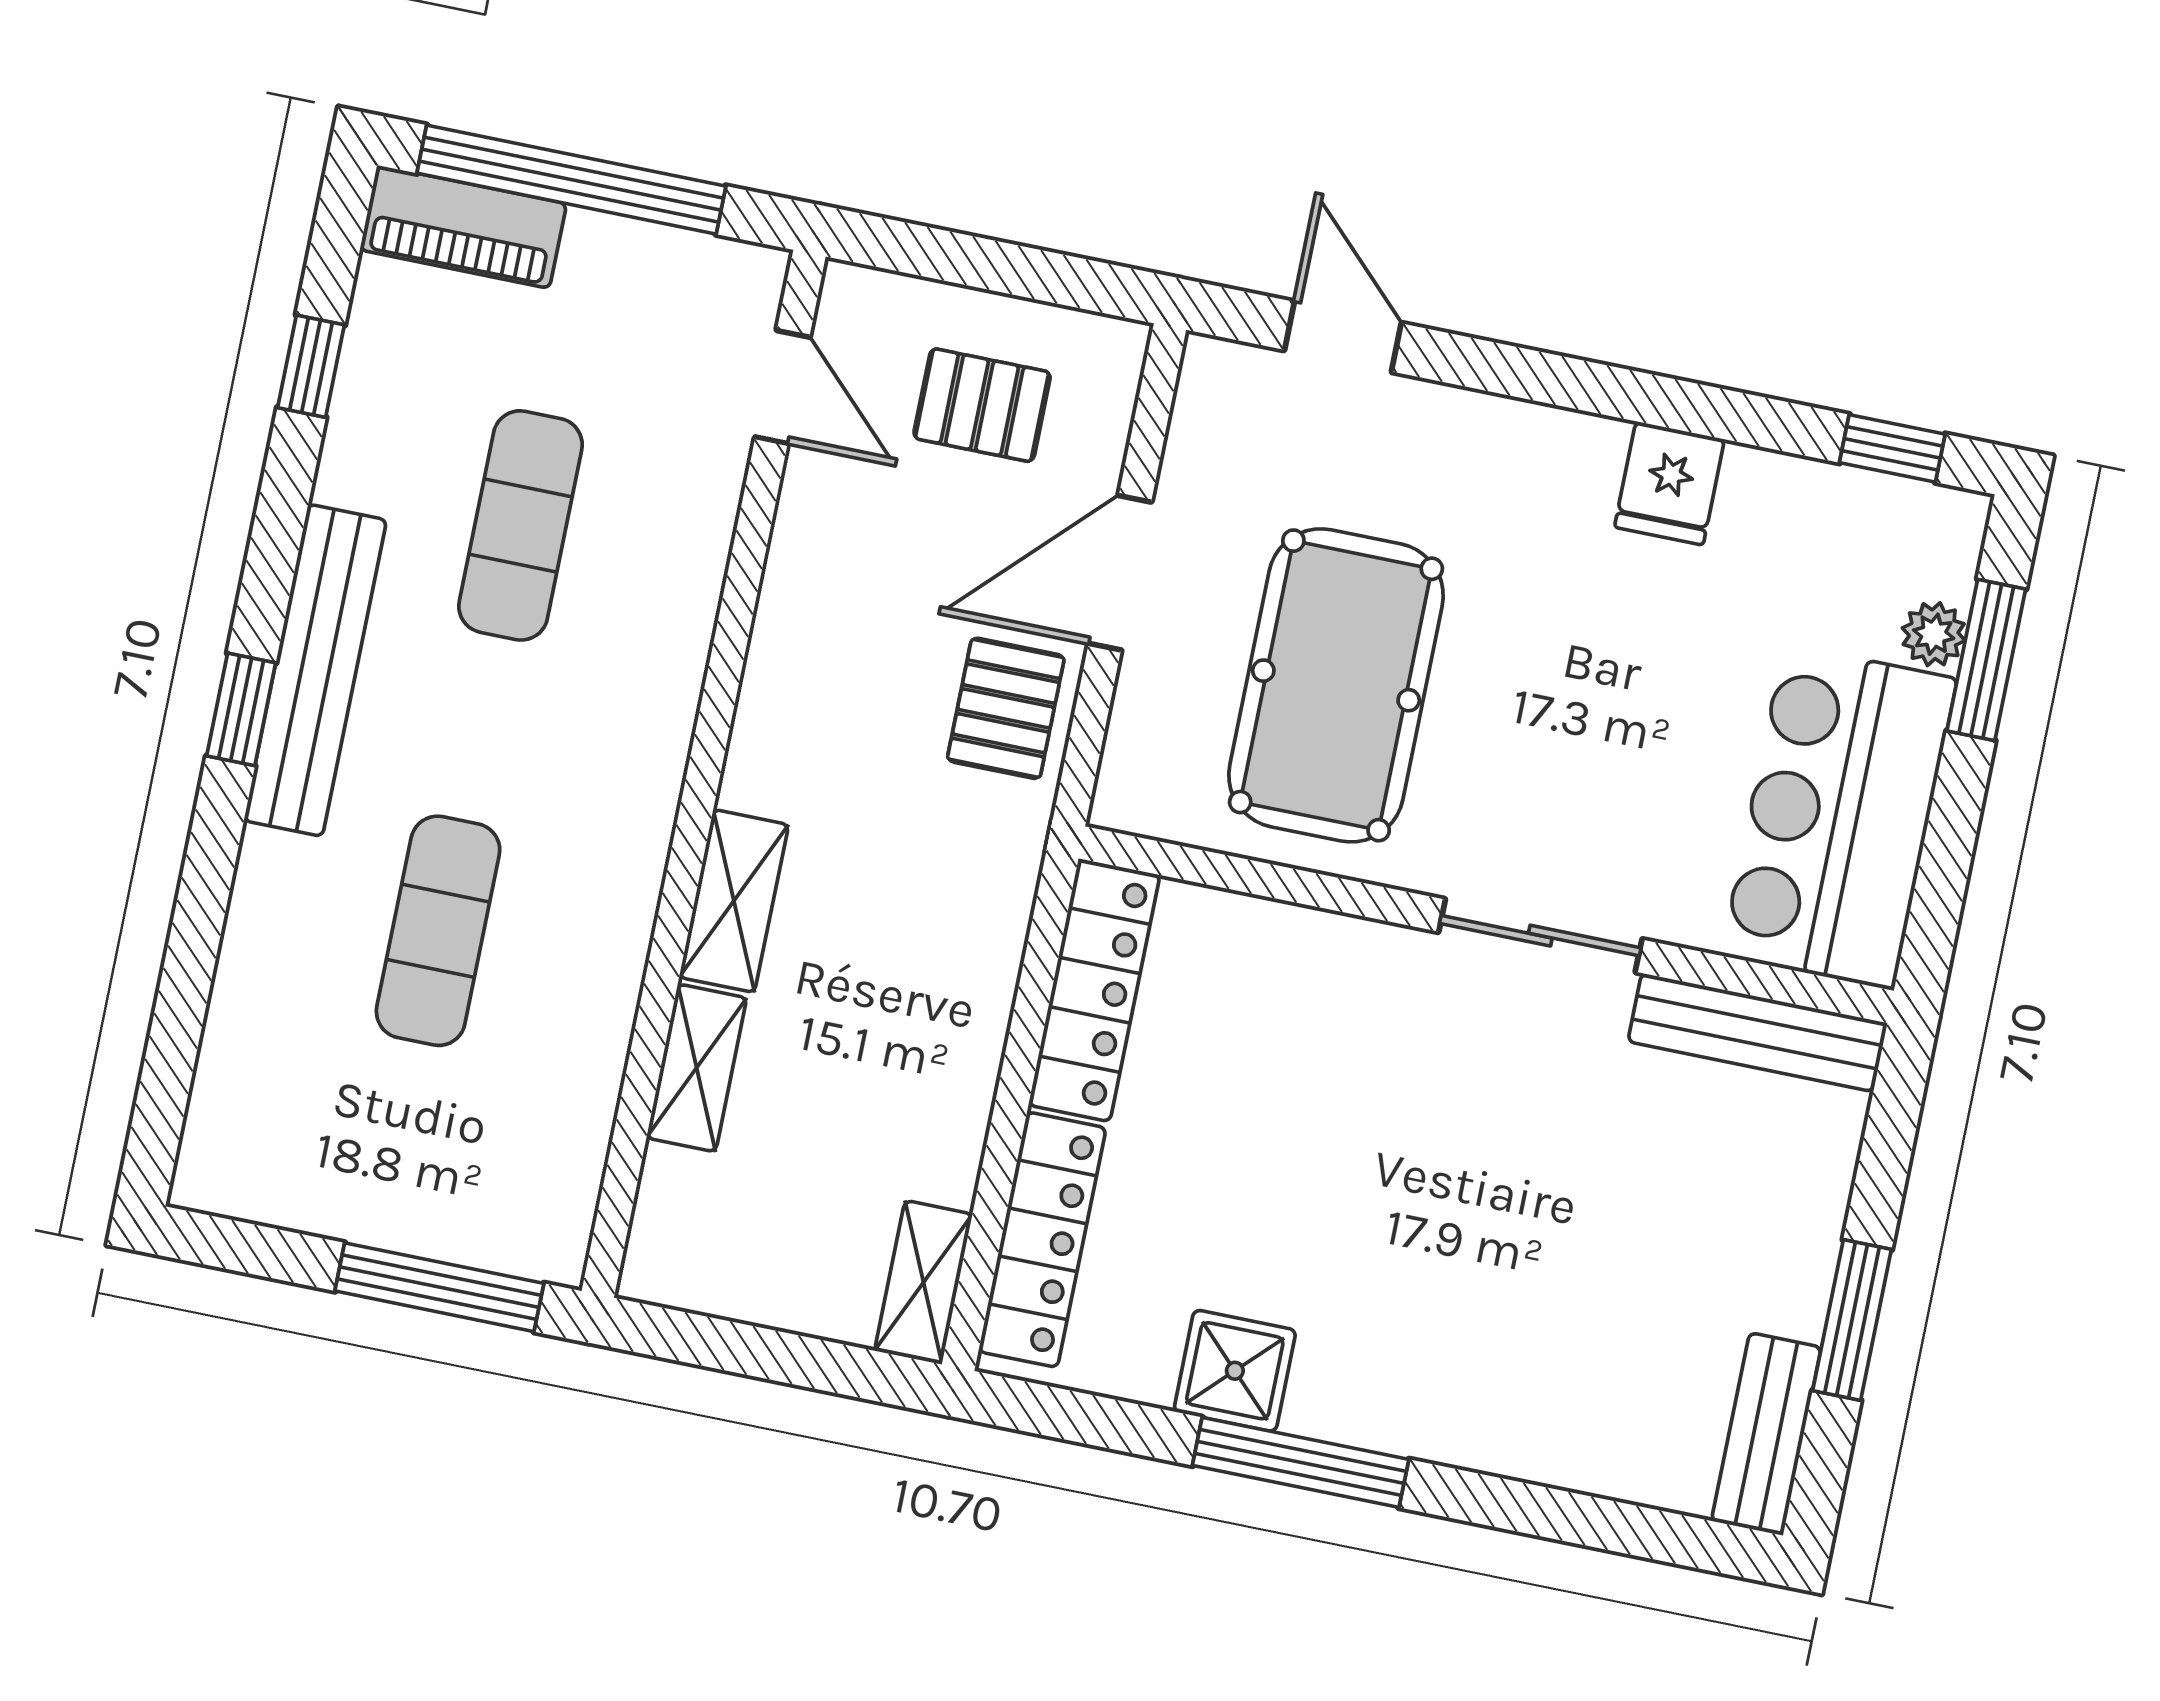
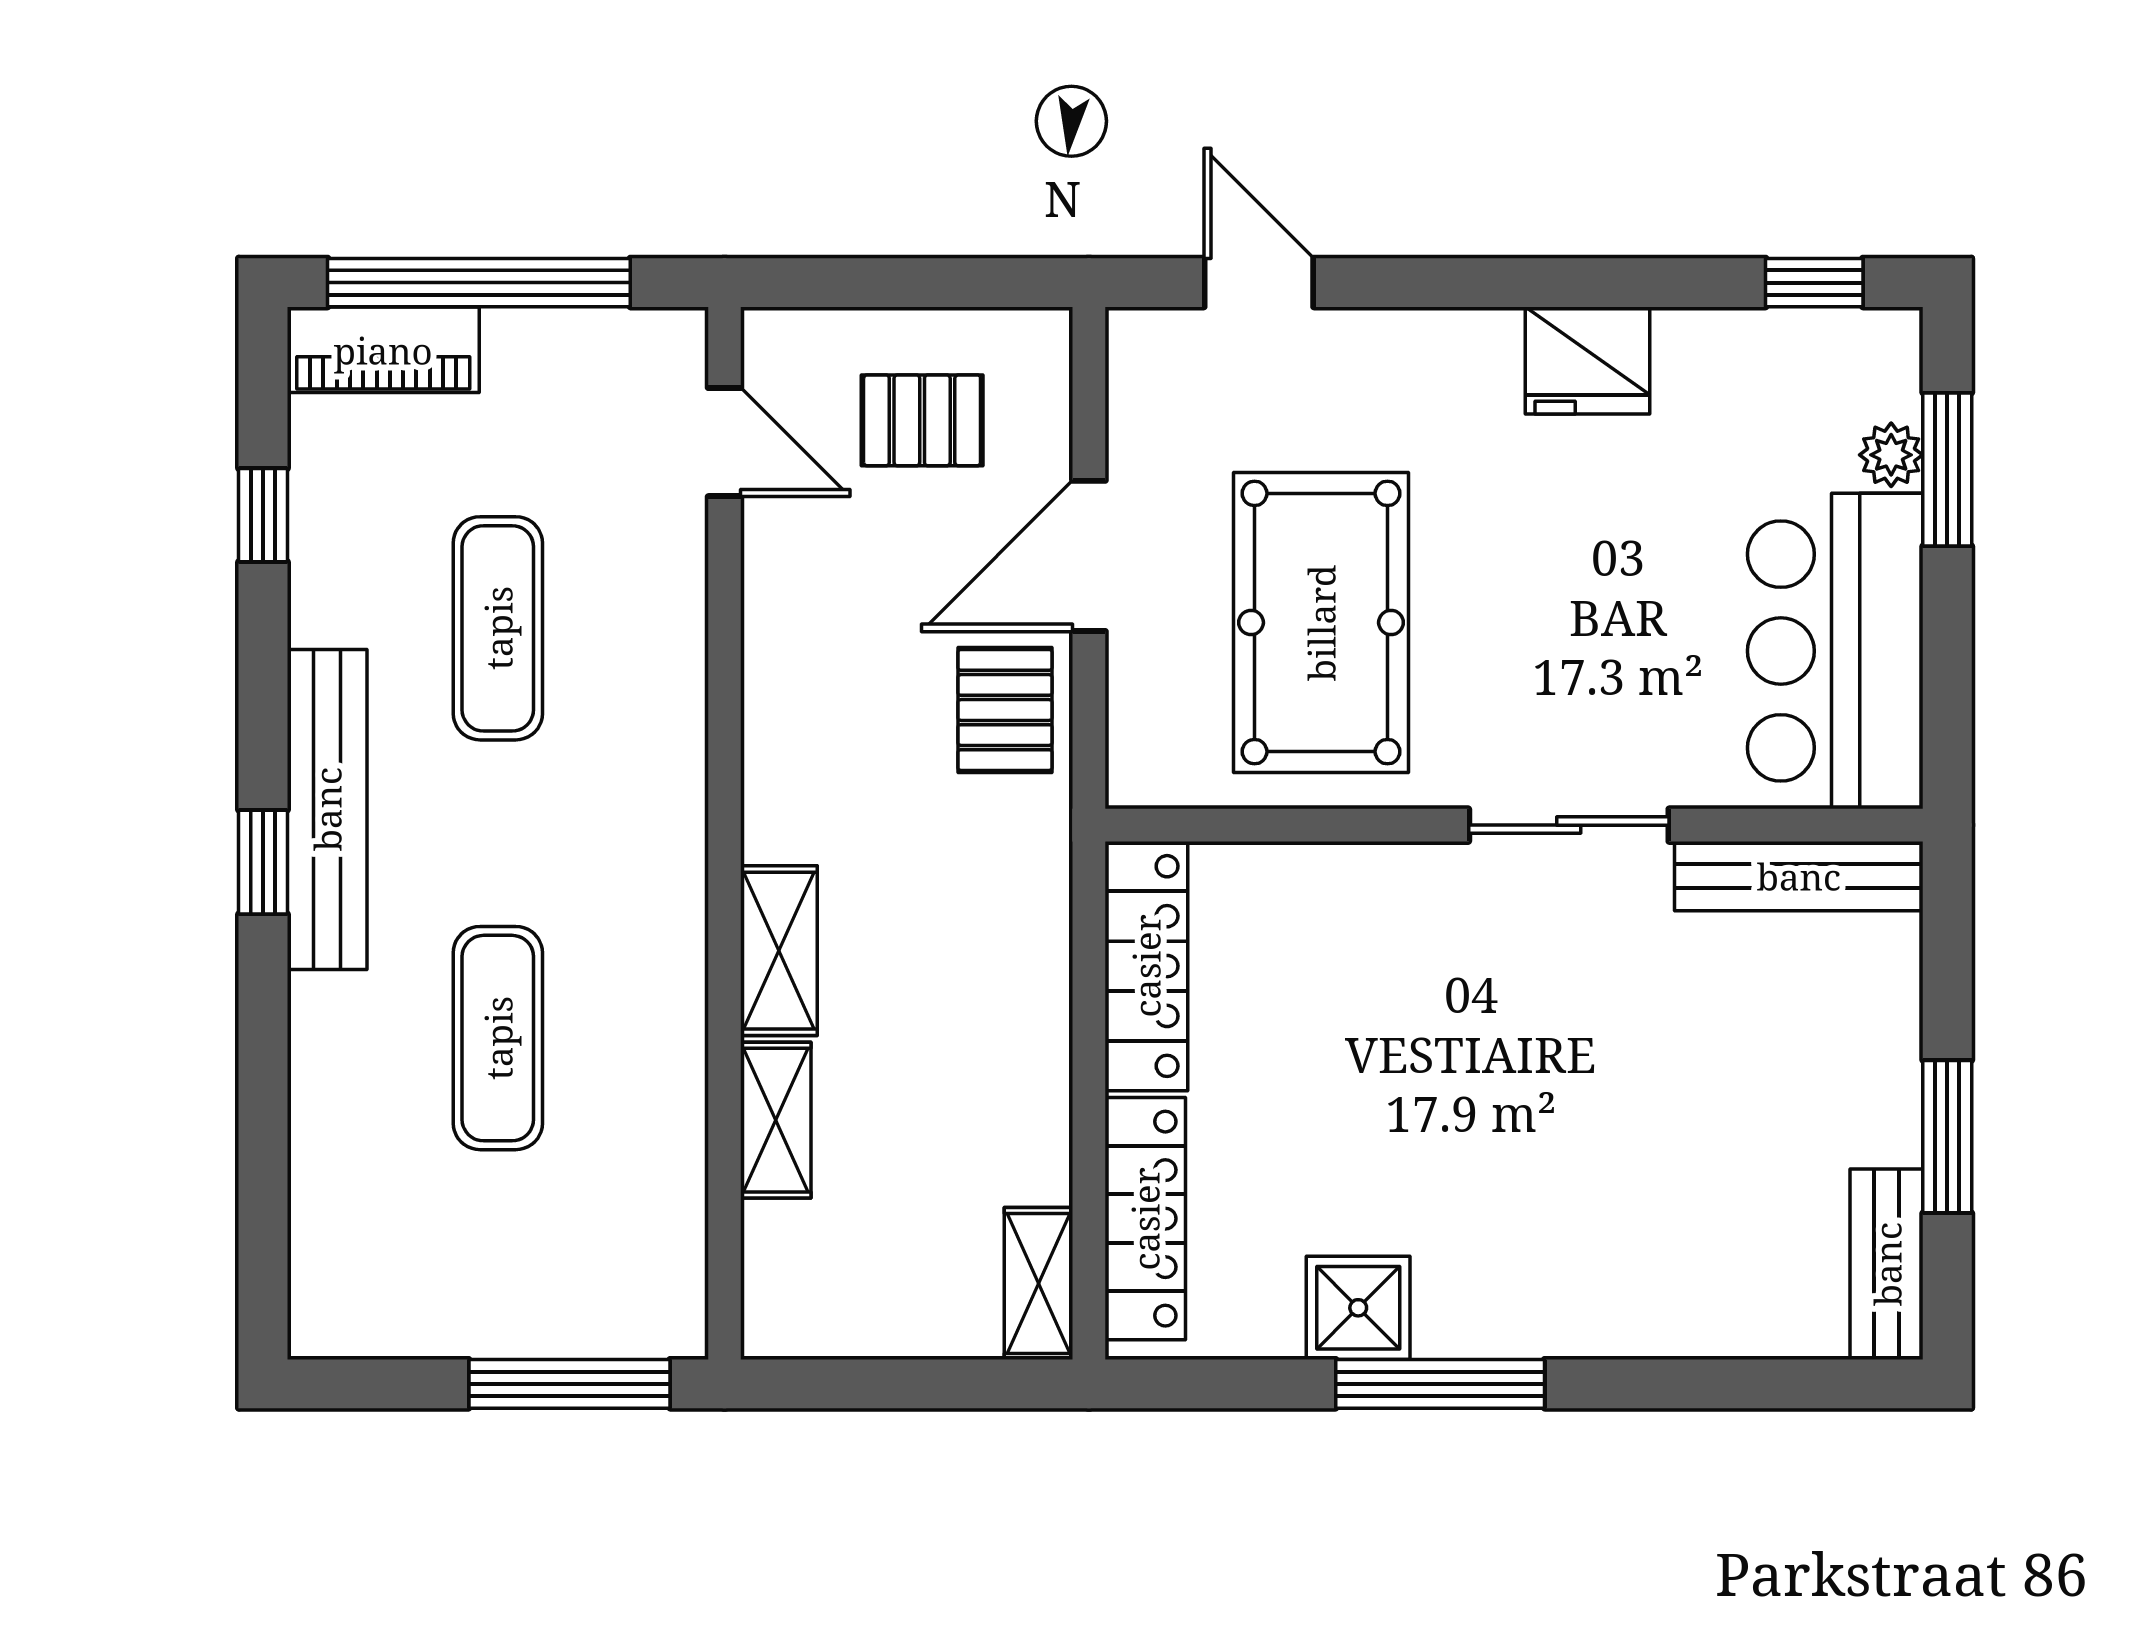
fridge: (1669, 483) -> (1587, 360), width x1.38

